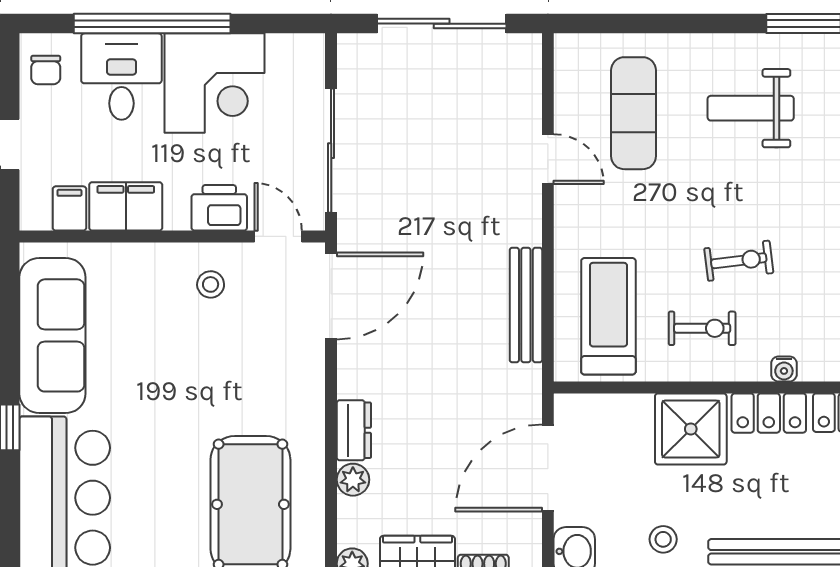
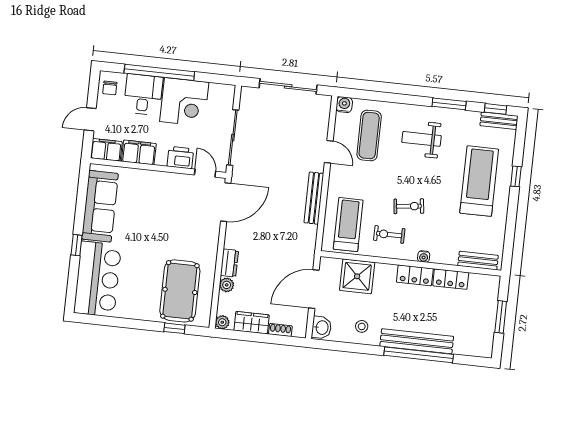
water cooler: (571, 50) -> (344, 105), added
filing cabinet: (69, 208) -> (106, 150), width x2.00
stool: (211, 284) -> (173, 191), removed
bench: (526, 305) -> (314, 198), moved
exercise bike: (702, 328) -> (389, 234), turned 180
shower: (691, 429) -> (357, 276), moved

